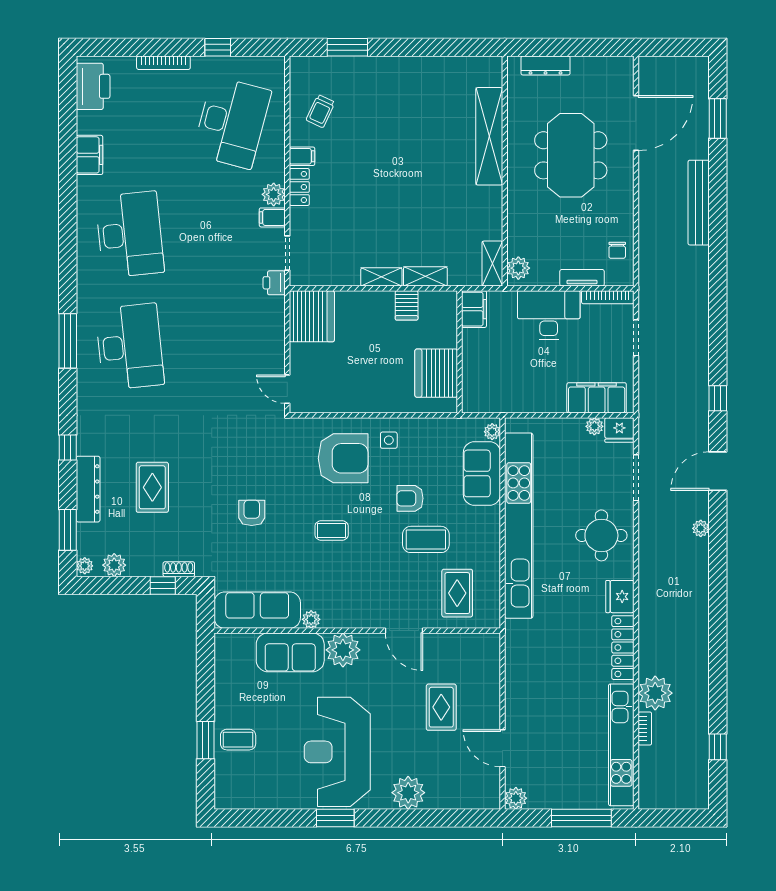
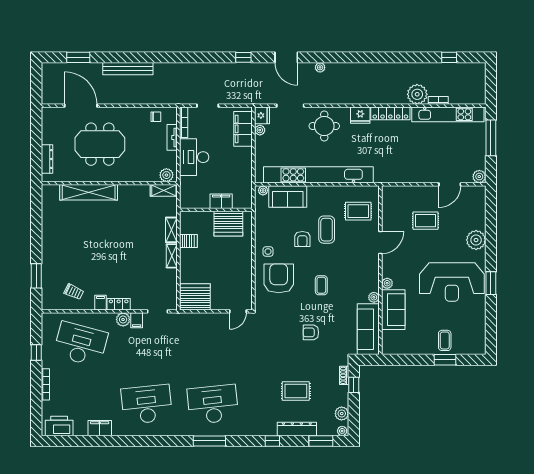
printer: (274, 283) -> (175, 319), removed
filing cabinet: (474, 309) -> (221, 201), moved
plant: (343, 650) -> (387, 283), width x0.53, depth x0.53

